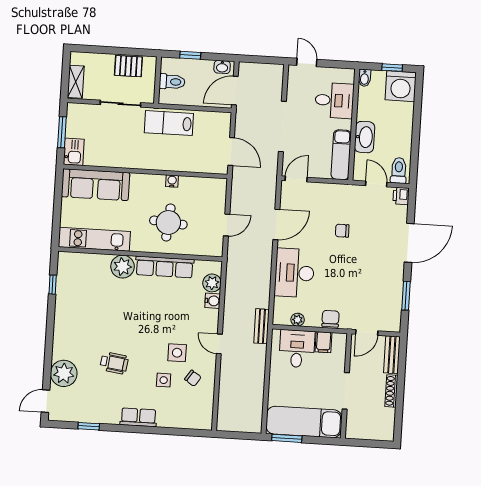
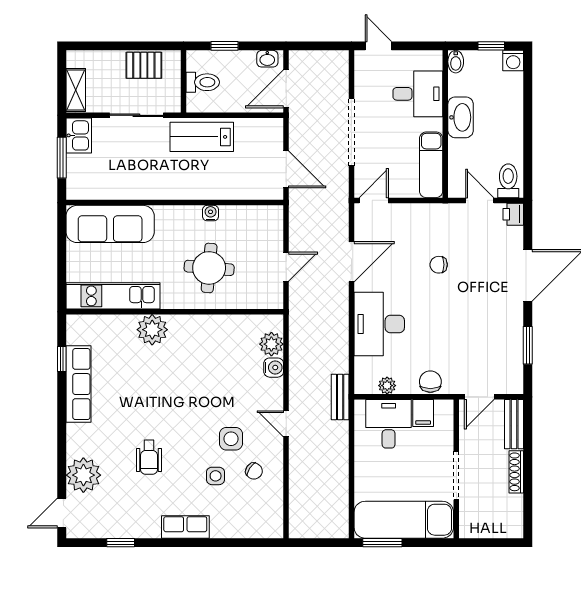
washing machine: (401, 86) -> (513, 61), width x0.53, depth x0.53
washbasin: (365, 137) -> (461, 117), moved
kitchen sink: (74, 152) -> (79, 135), moved
row of seats: (165, 267) -> (78, 384), moved, turned -90
wheelchair: (114, 363) -> (149, 457), turned 82

